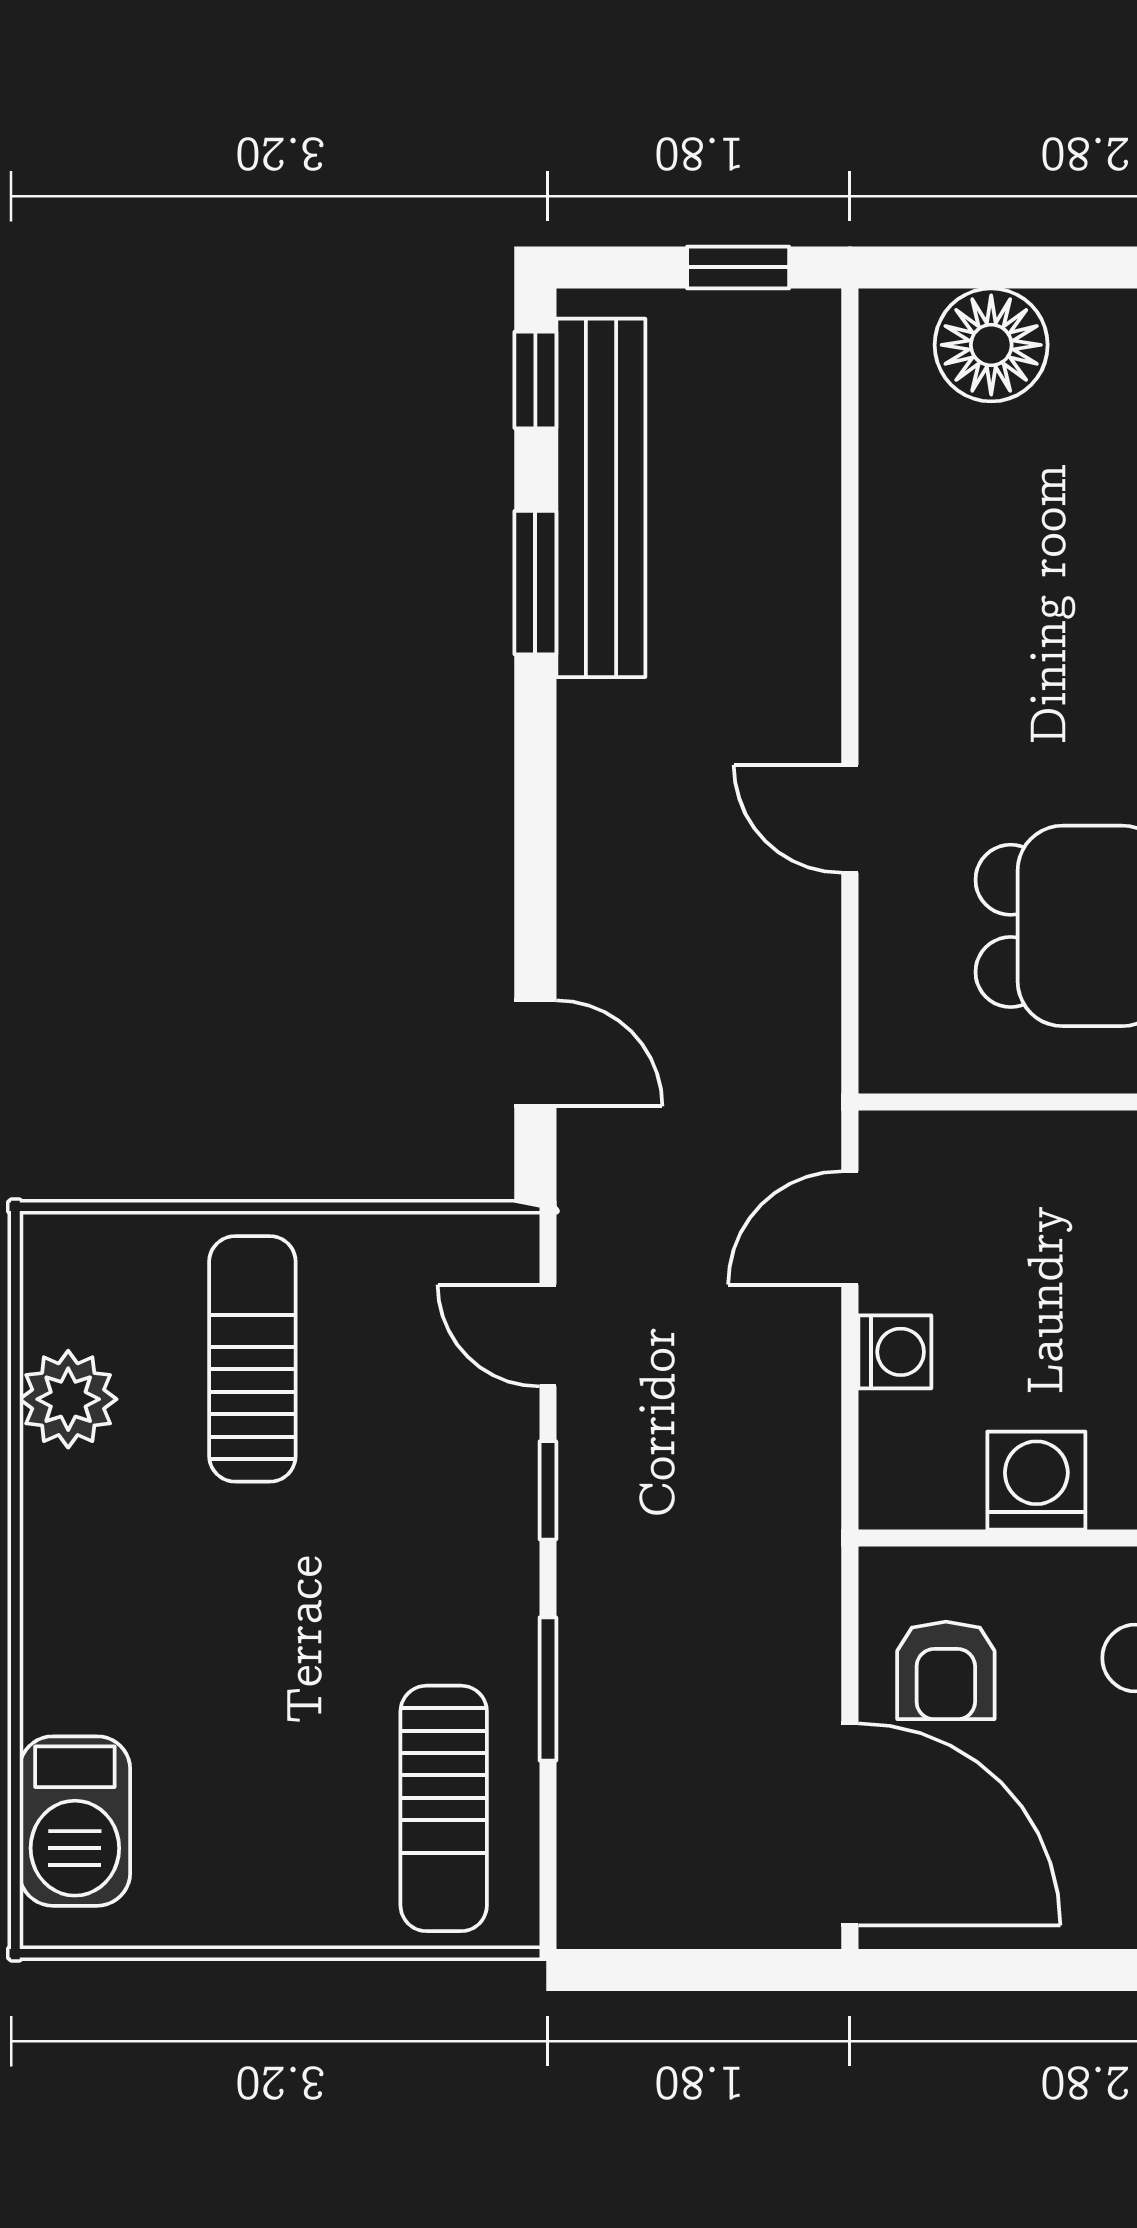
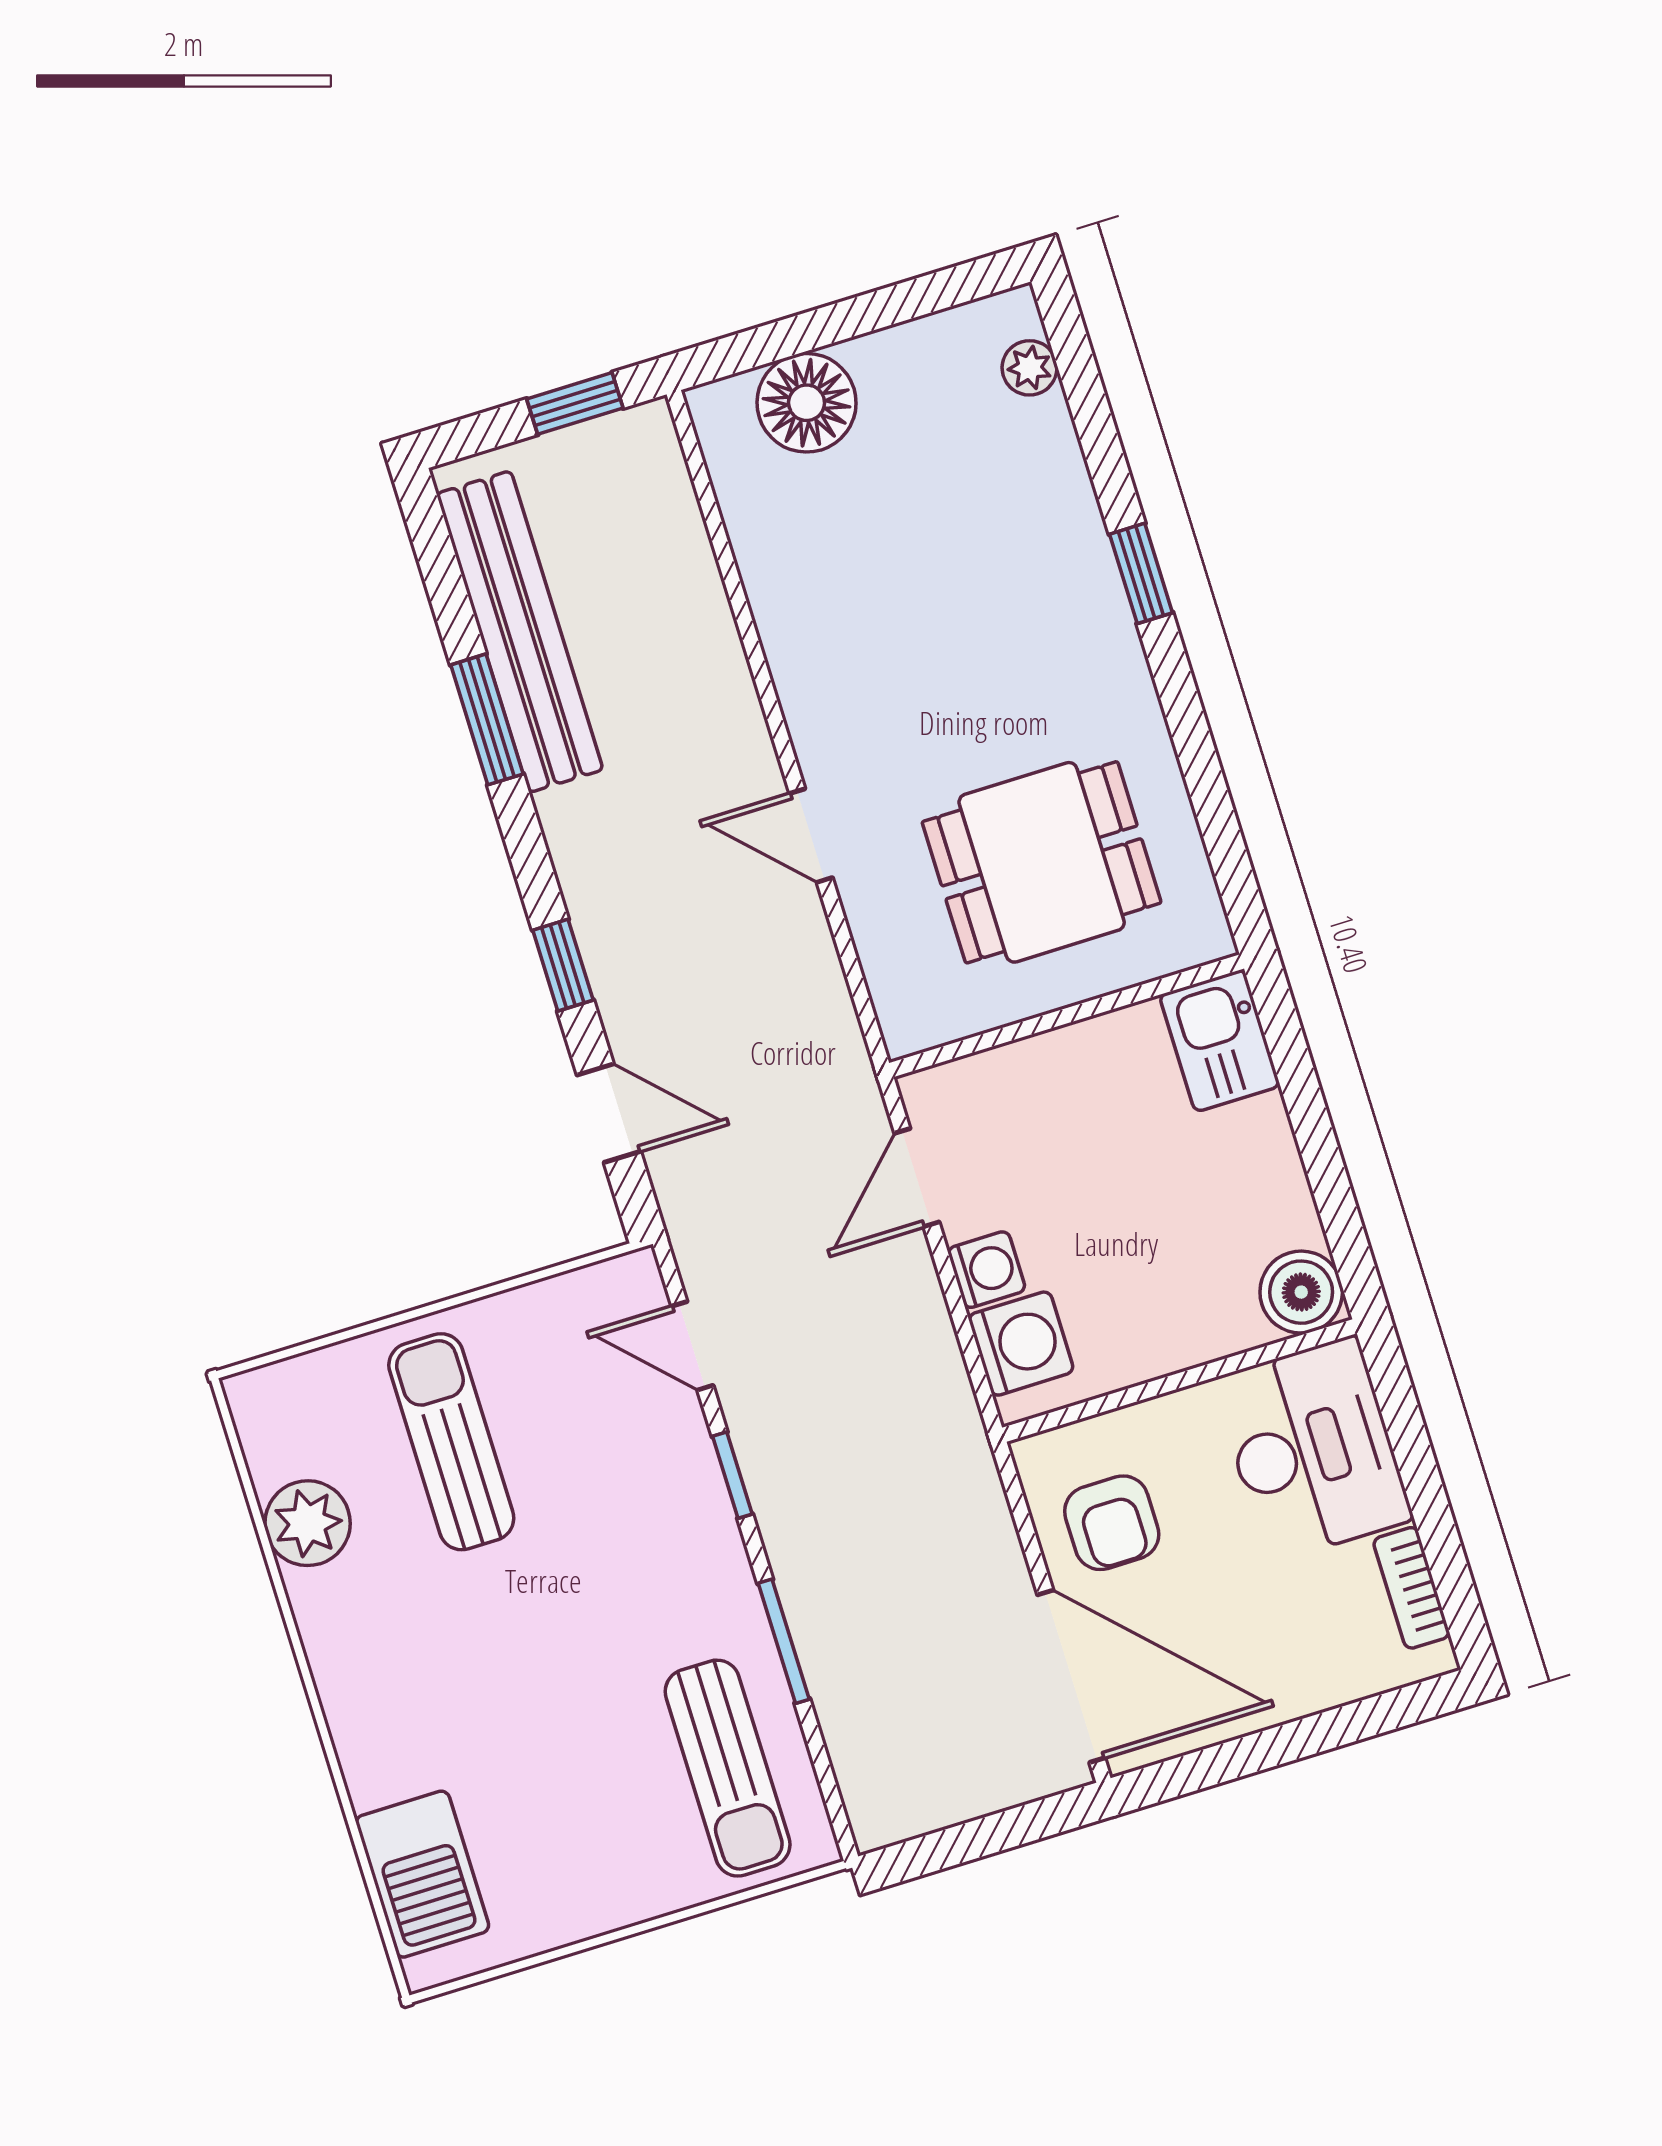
window: (535, 380) -> (563, 965), moved
washing machine: (1036, 1481) -> (1021, 1344), moved, turned 90

